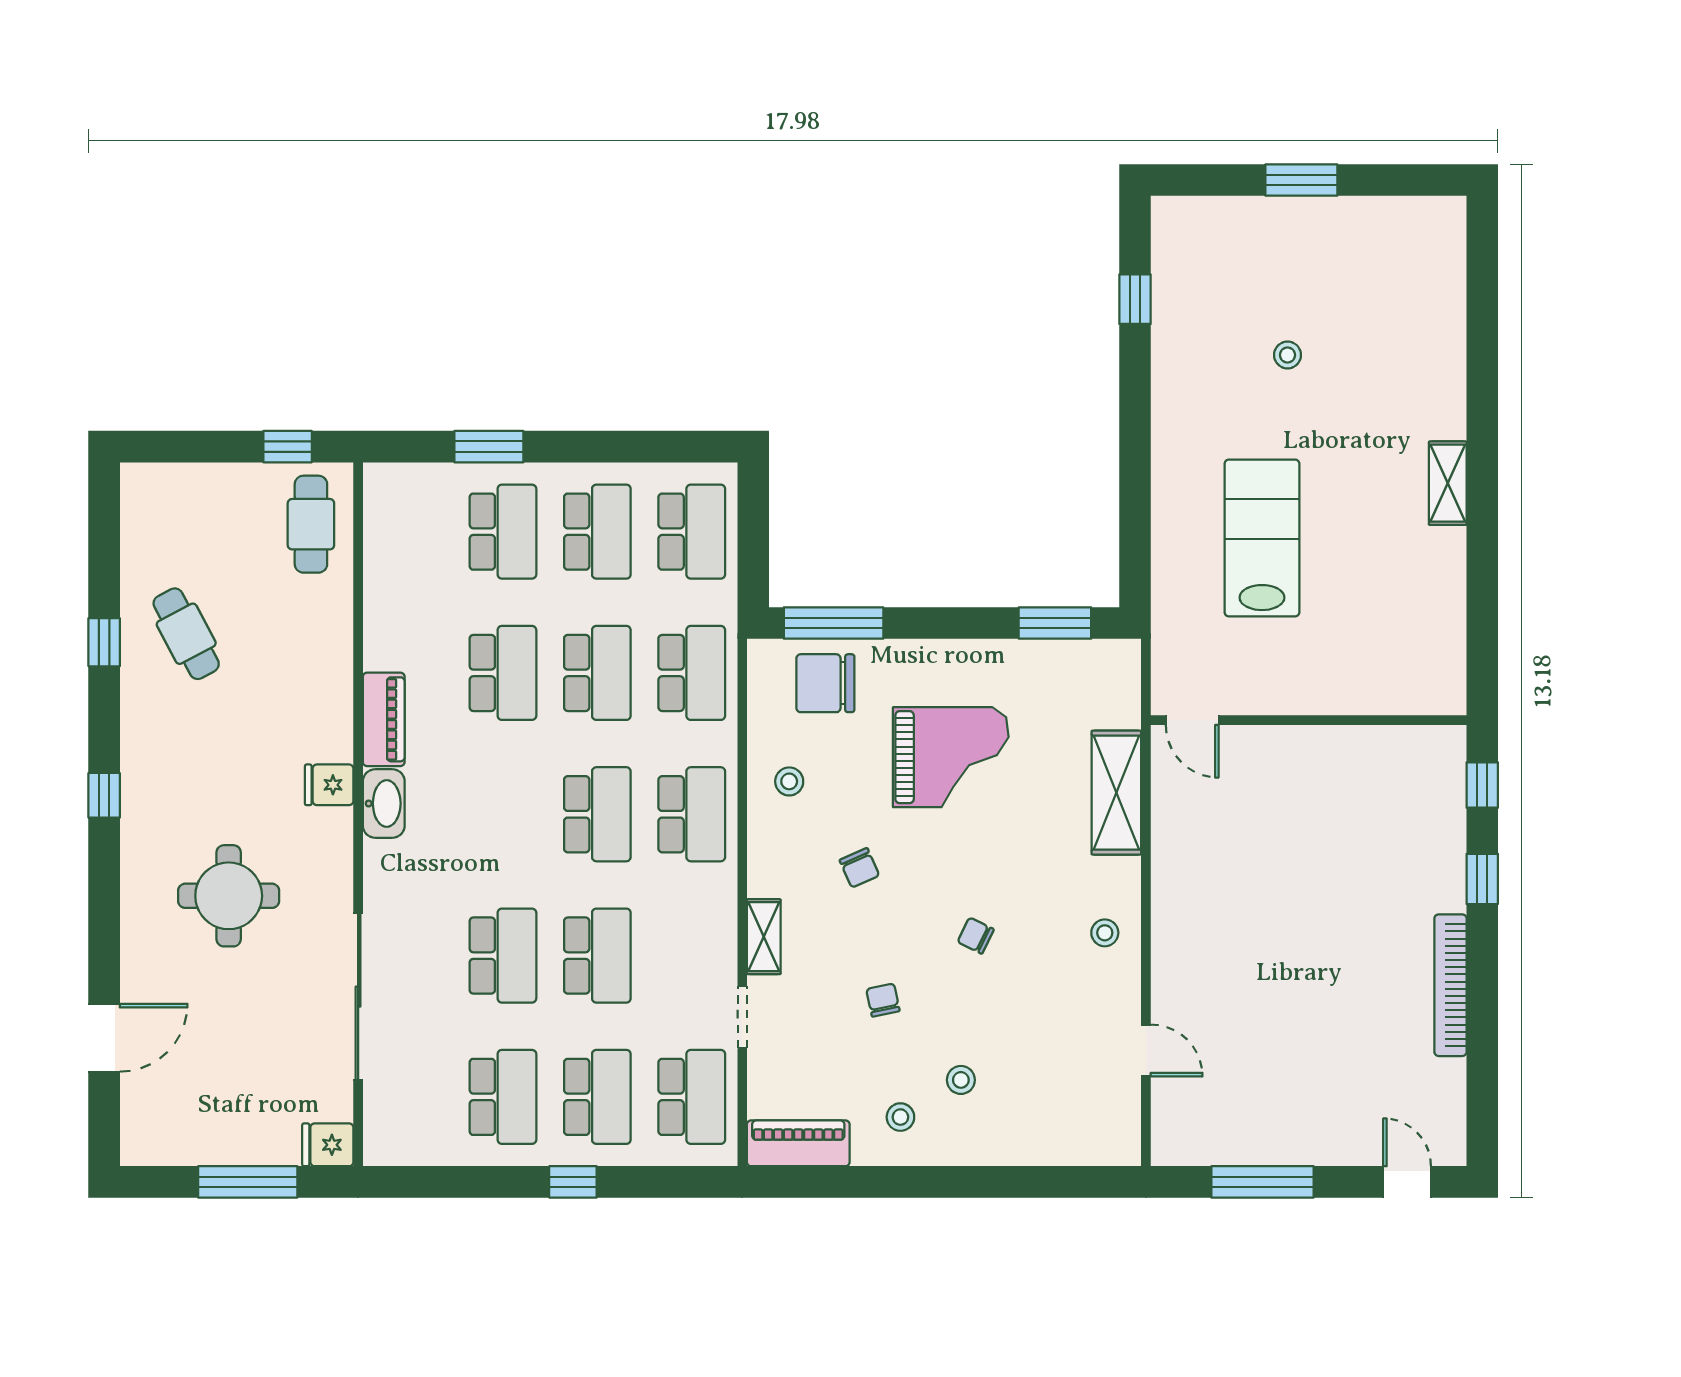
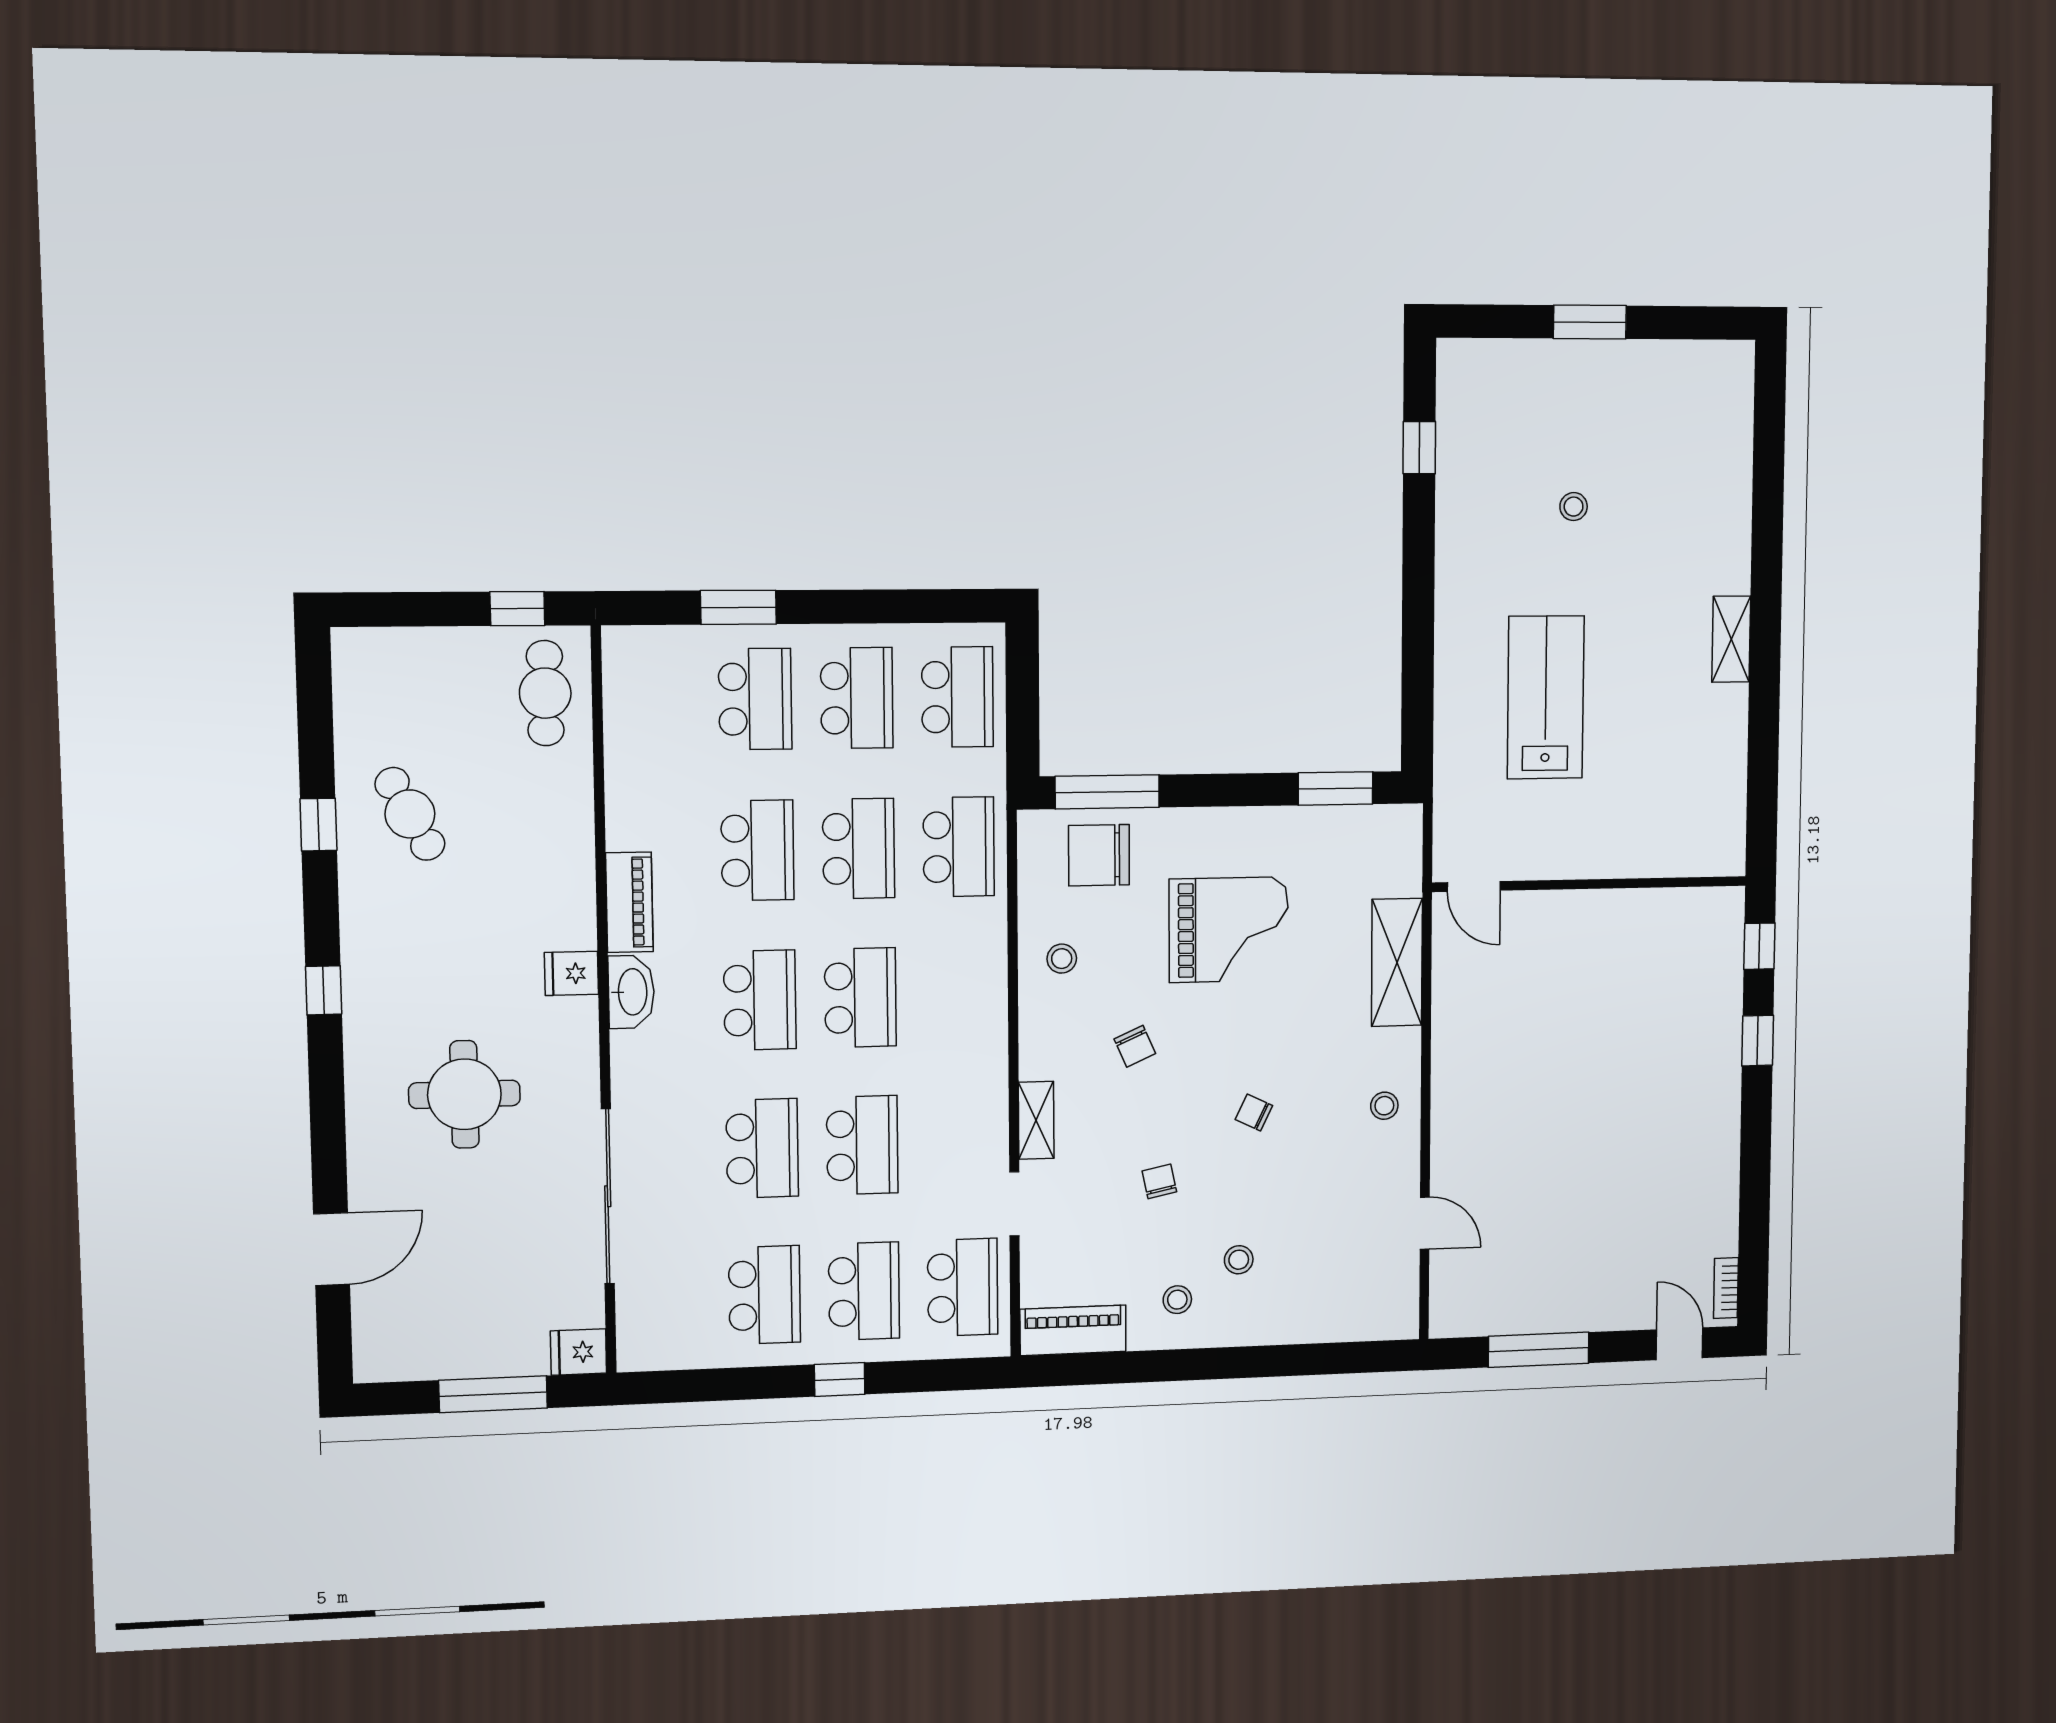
school desk: (692, 814) -> (760, 1000), moved
bookcase: (1450, 985) -> (1726, 1288), moved, width x0.43, depth x0.76

